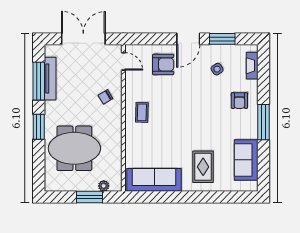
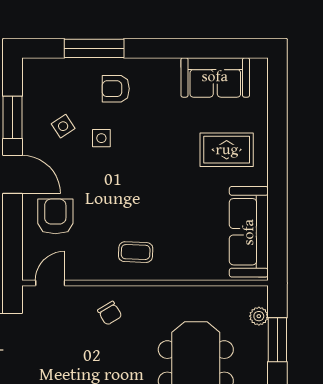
fireplace: (252, 66) -> (57, 67), removed
side table: (210, 92) -> (101, 138), added
armchair: (239, 101) -> (116, 89), turned 180
window: (263, 122) -> (94, 48), moved

